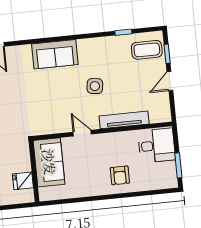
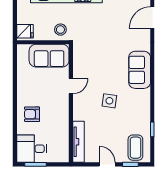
tv unit: (124, 120) -> (78, 142), moved
desk: (157, 146) -> (32, 149), moved, turned 90
stool: (17, 152) -> (60, 30), added
fridge: (23, 181) -> (25, 31), moved, turned 90

